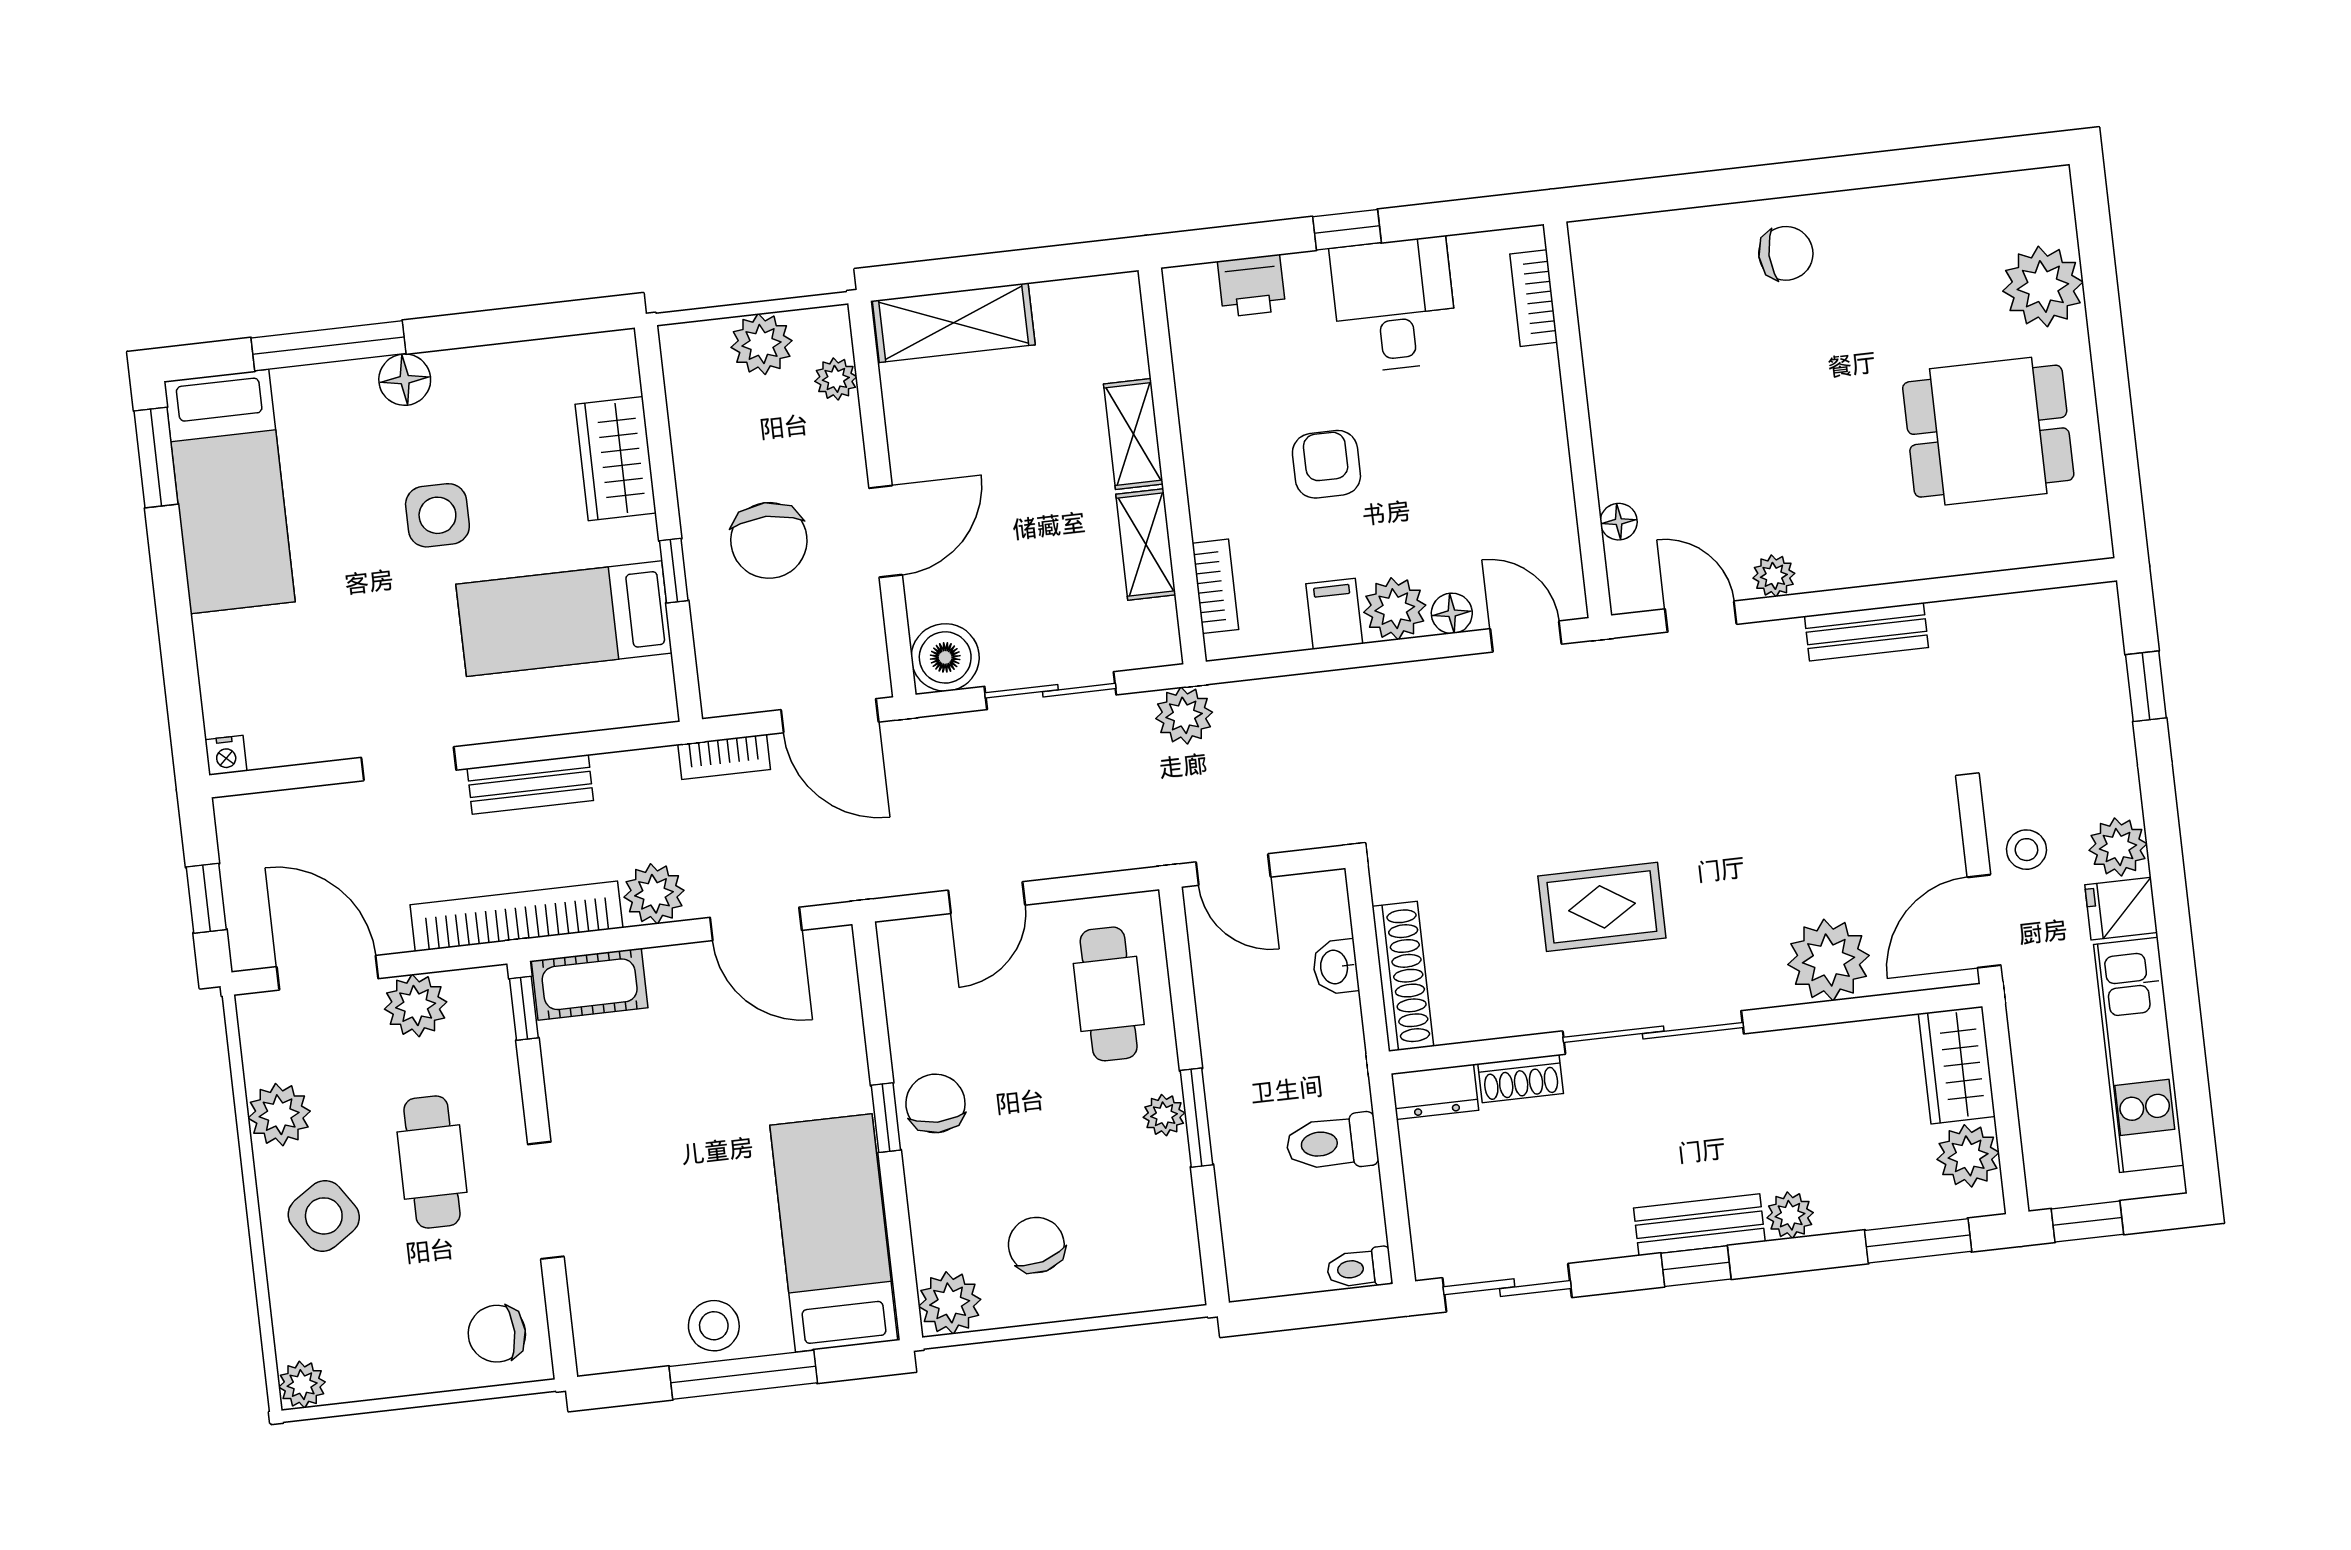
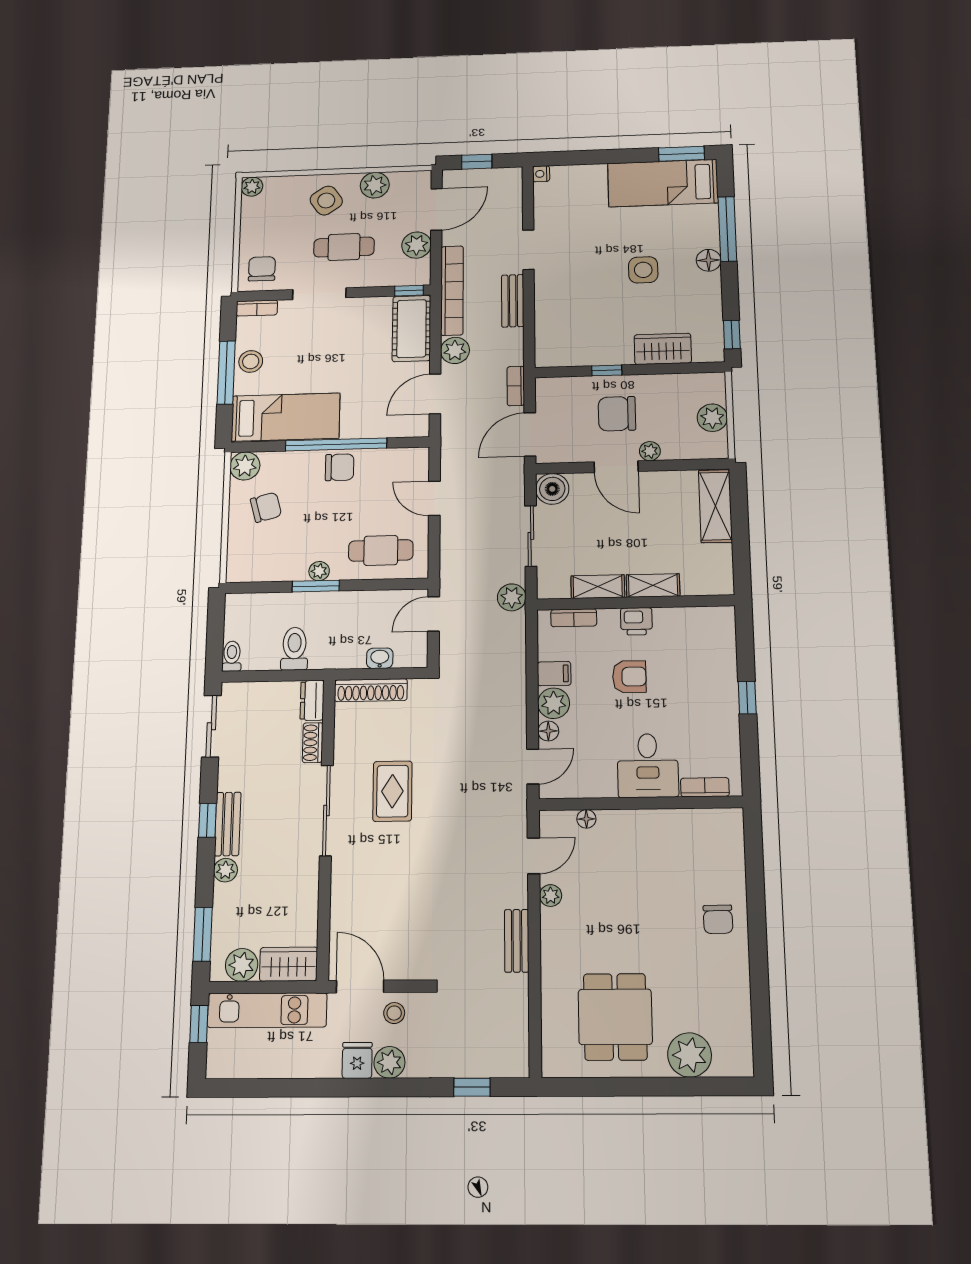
printer: (1252, 286) -> (636, 621), moved, turned -90
desk: (1394, 305) -> (648, 765), moved, turned 90
window: (572, 318) -> (732, 335), added
plant: (836, 379) -> (650, 451), moved
bed: (564, 619) -> (589, 321), removed
plant: (1829, 960) -> (351, 903), removed
cot: (590, 984) -> (412, 329), width x1.37, depth x1.34
kitchen unit: (2139, 1055) -> (267, 1010), moved, turned 180
window: (886, 1118) -> (336, 444), width x3.17
bookcase: (590, 1331) -> (257, 308), added

